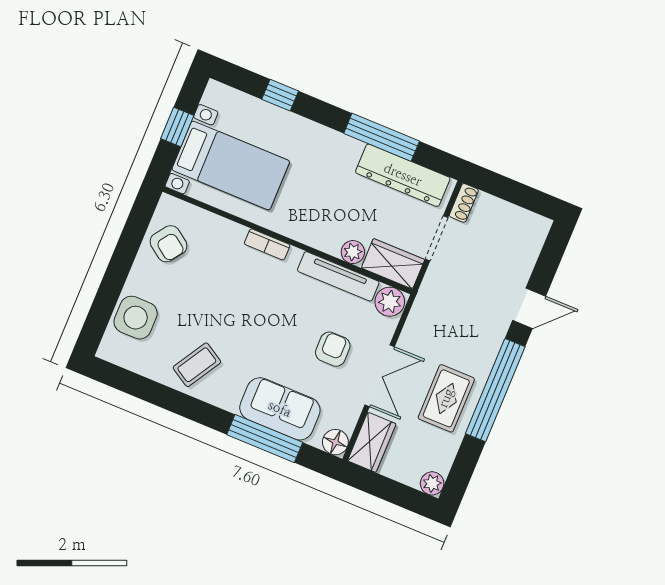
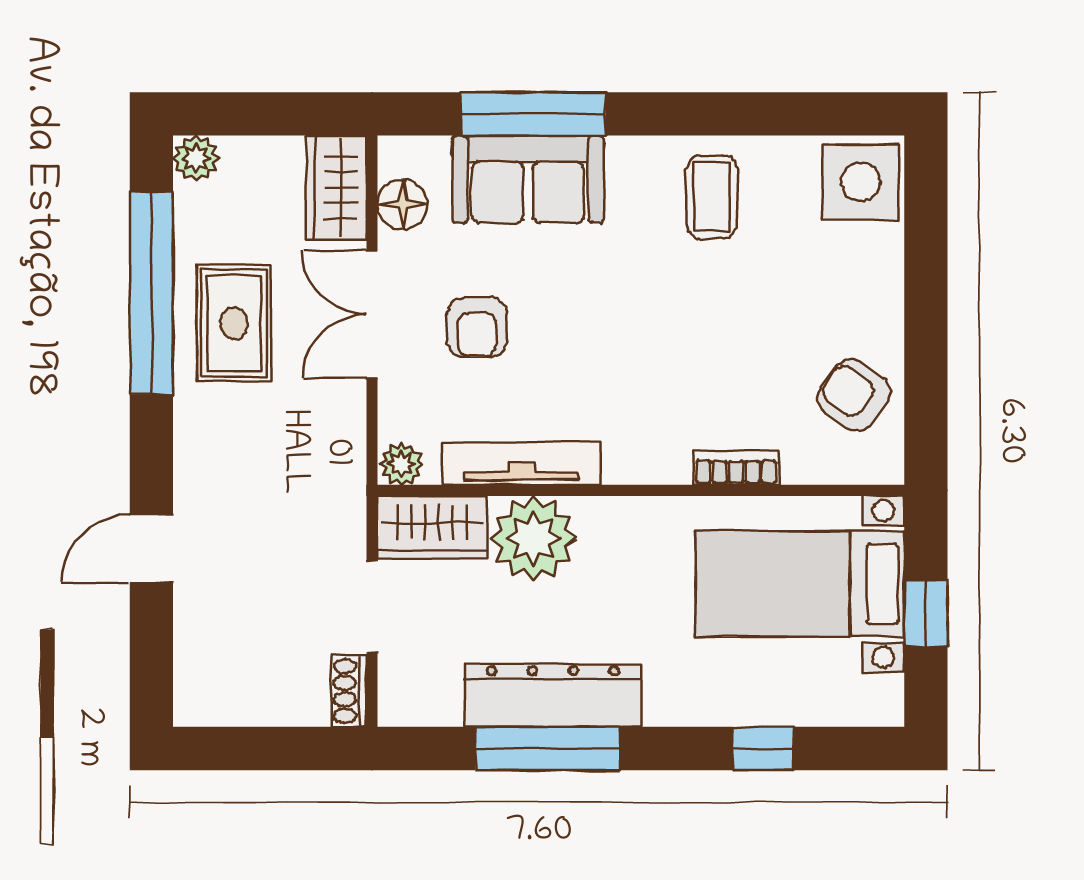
dresser: (403, 175) -> (553, 695), moved
bookcase: (267, 244) -> (736, 468), moved
plant: (353, 252) -> (533, 538), width x1.87, depth x1.87
plant: (390, 302) -> (401, 464), width x0.73, depth x0.73
side table: (136, 318) -> (861, 182), moved
coffee table: (197, 365) -> (712, 197), turned -31
window: (495, 390) -> (151, 293), moved
floor lamp: (335, 442) -> (402, 204), moved

